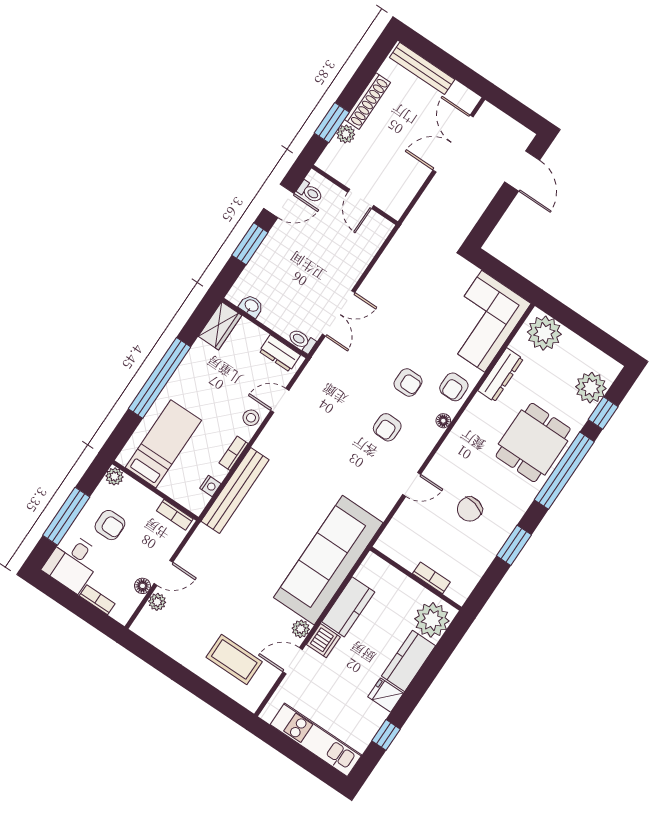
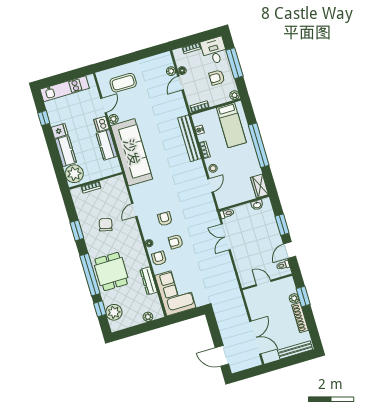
plant: (544, 333) -> (148, 317), width x0.53, depth x0.53
dresser: (280, 353) -> (229, 201), removed

